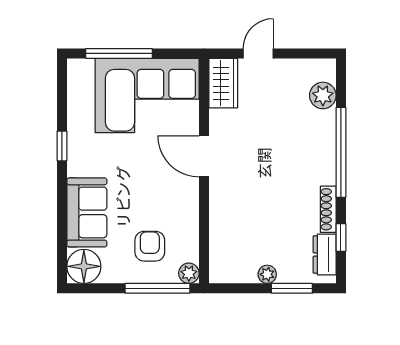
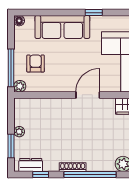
shoe rack: (328, 209) -> (73, 167), moved
sofa: (87, 212) -> (62, 27), width x1.36
armchair: (150, 246) -> (36, 64), turned -90
floor lamp: (84, 266) -> (19, 21), width x0.53, depth x0.53

